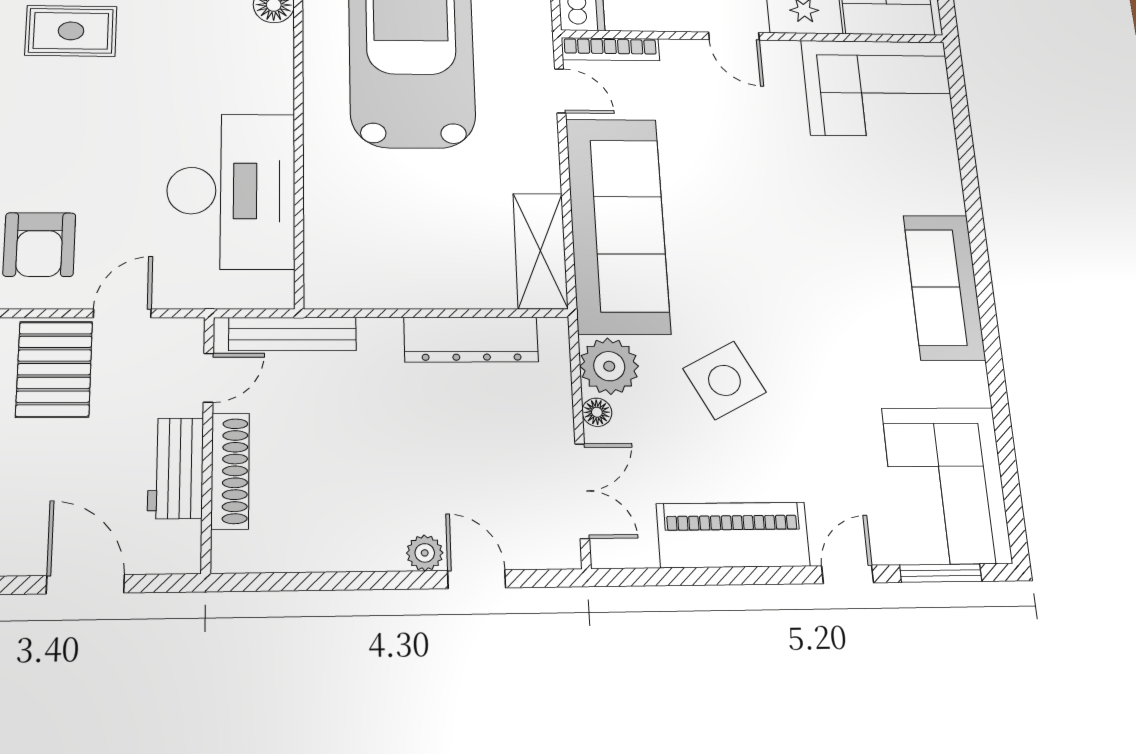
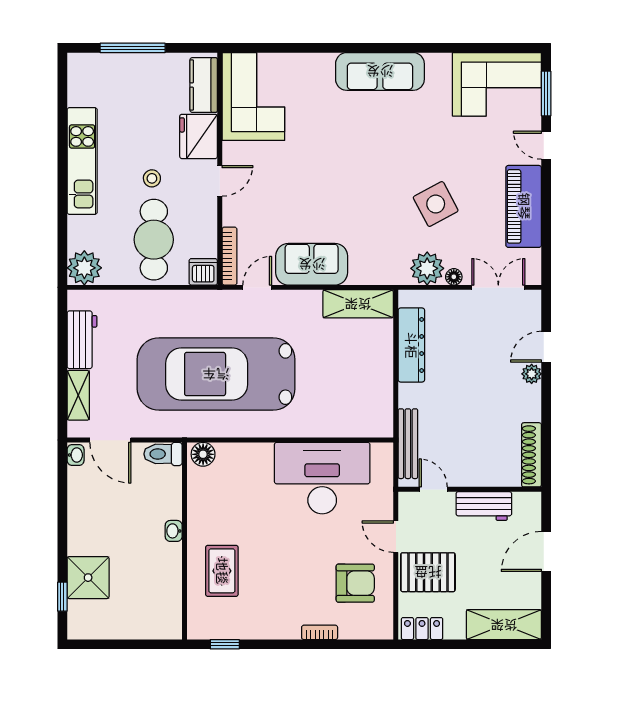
sofa: (617, 225) -> (312, 264), width x0.54, depth x0.79
shoe rack: (230, 471) -> (531, 455), moved, turned -90

